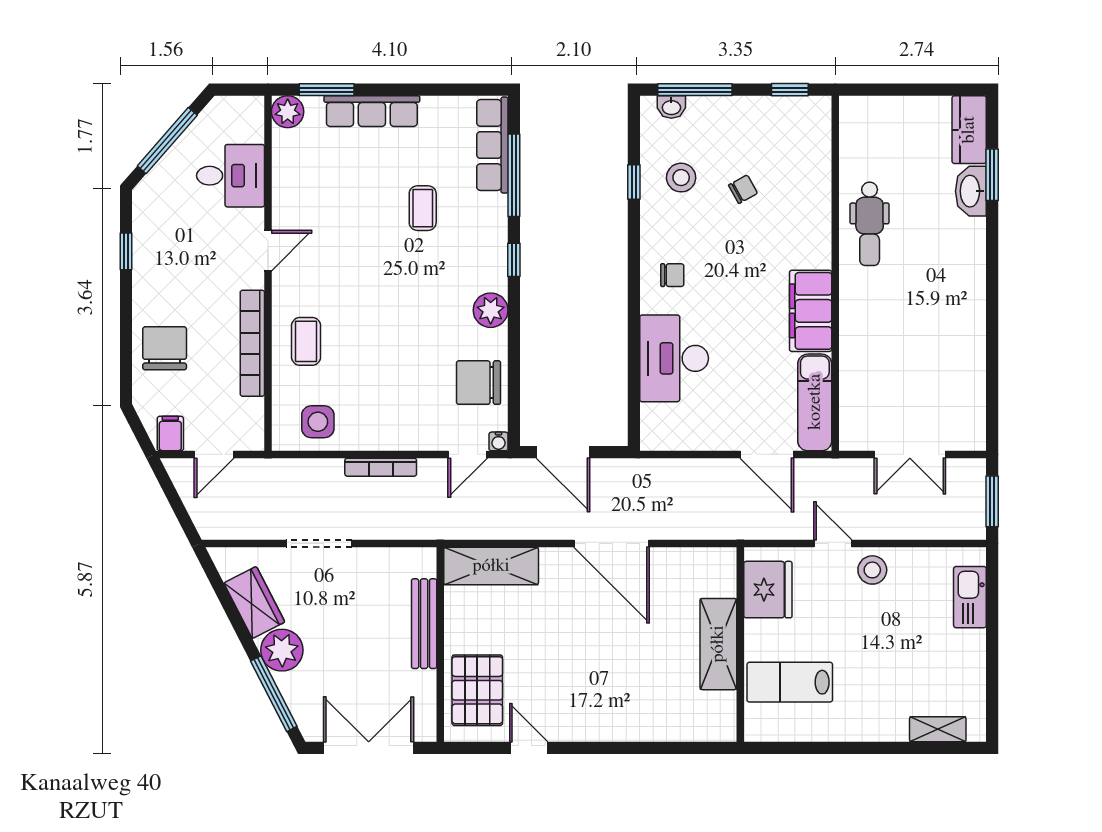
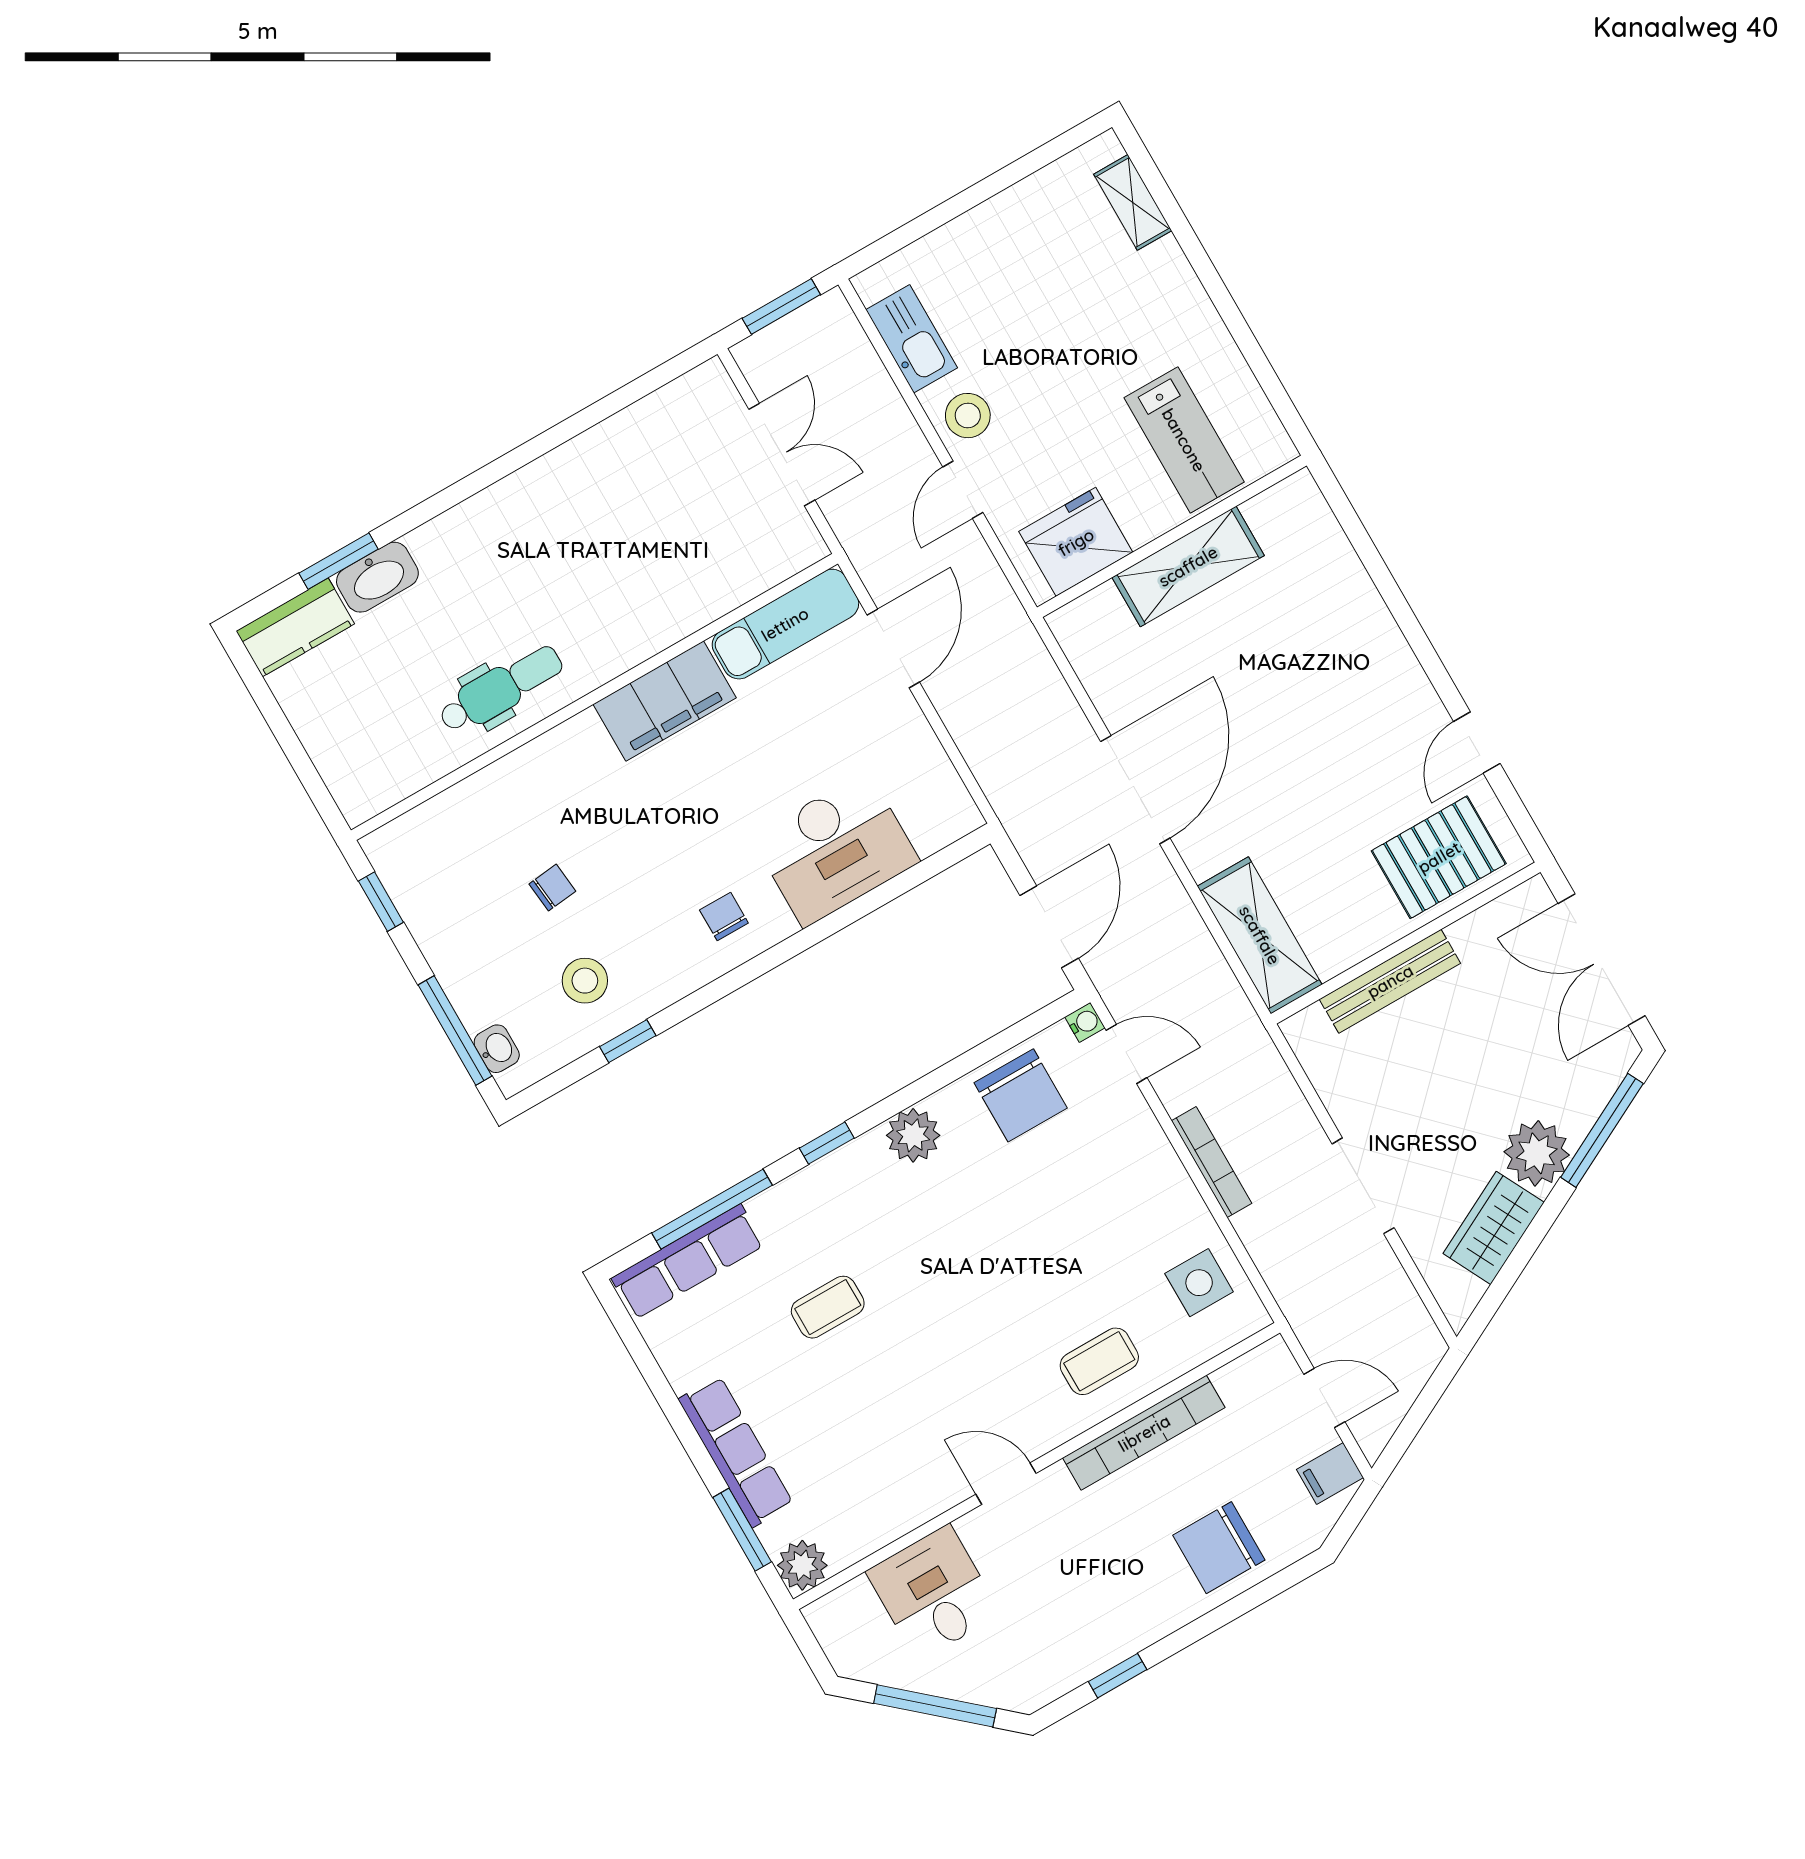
chair: (743, 189) -> (552, 888), turned 113
kitchen sink: (970, 597) -> (912, 339), moved, turned -90

